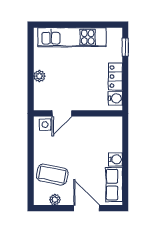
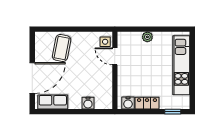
water cooler: (115, 159) -> (88, 103), moved
plant: (55, 200) -> (40, 50), removed
door: (87, 208) -> (32, 78), width x1.36

